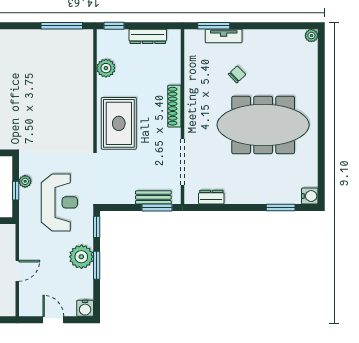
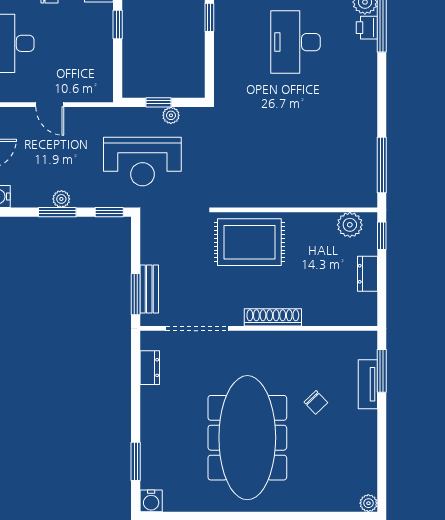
dresser: (148, 36) -> (367, 274), width x0.70
plant: (106, 68) -> (350, 225), moved
plant: (81, 257) -> (61, 199), width x0.53, depth x0.53

